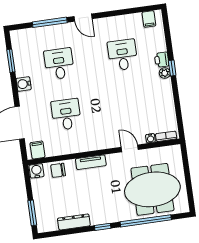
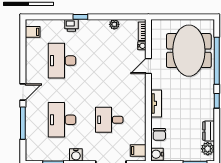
desk: (123, 55) -> (62, 61), width x1.37
desk: (59, 64) -> (62, 120), width x1.37
plant: (165, 73) -> (114, 24), moved
dresser: (74, 222) -> (209, 131), width x0.70
plant: (50, 224) -> (208, 149), added

